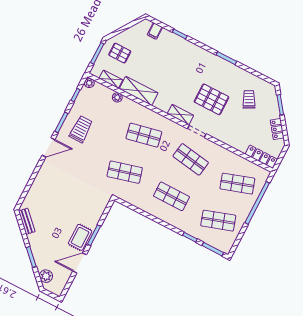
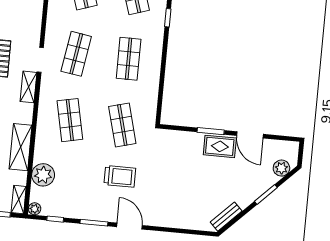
shelving: (111, 79) -> (19, 200), moved
plant: (117, 97) -> (43, 175), width x1.88, depth x1.88
trolley: (81, 129) -> (120, 176), moved, turned 180

